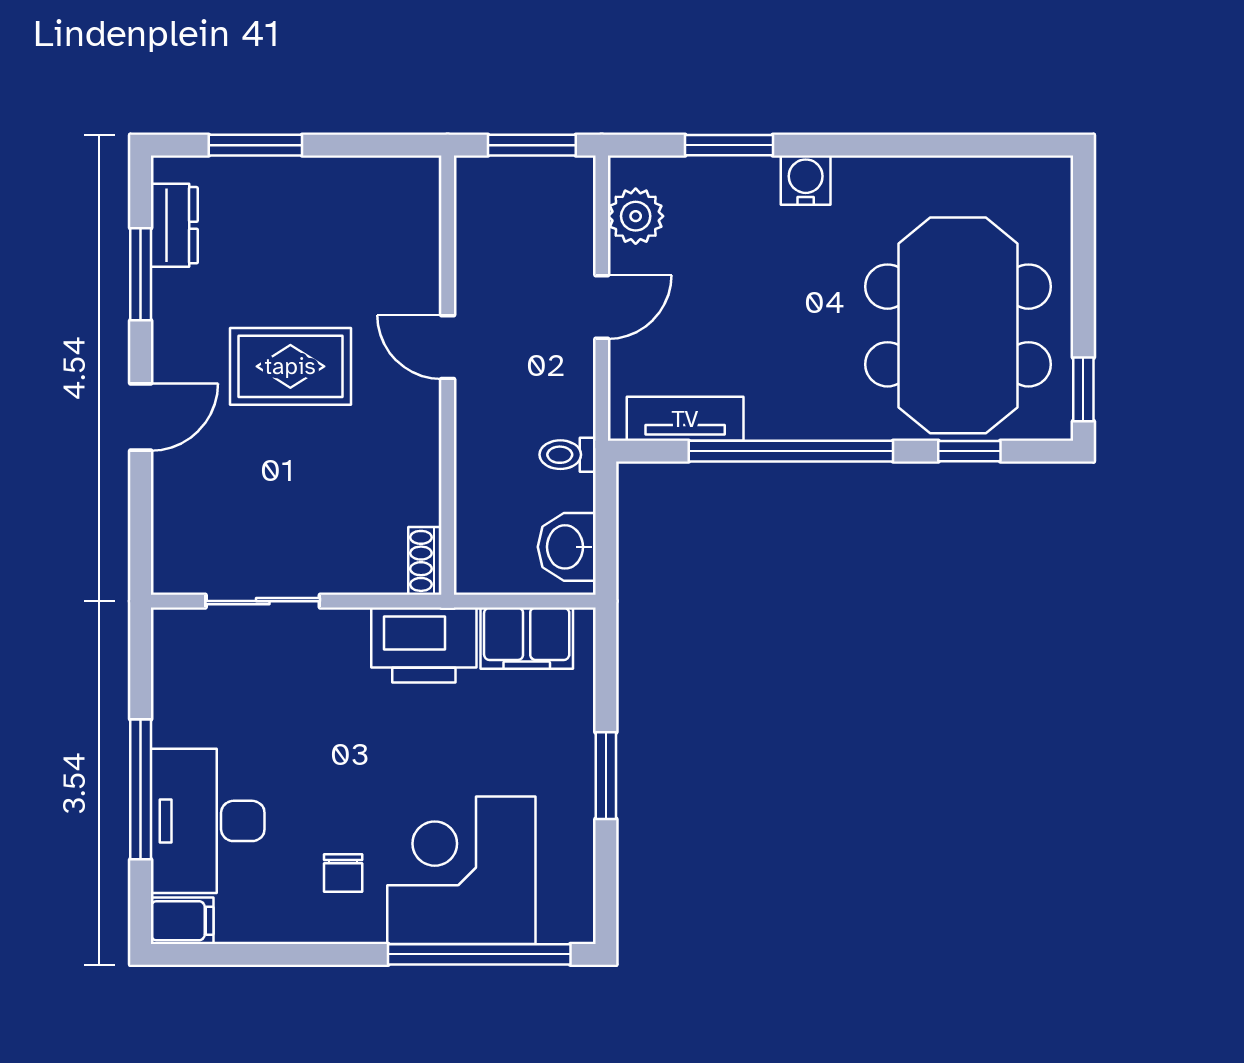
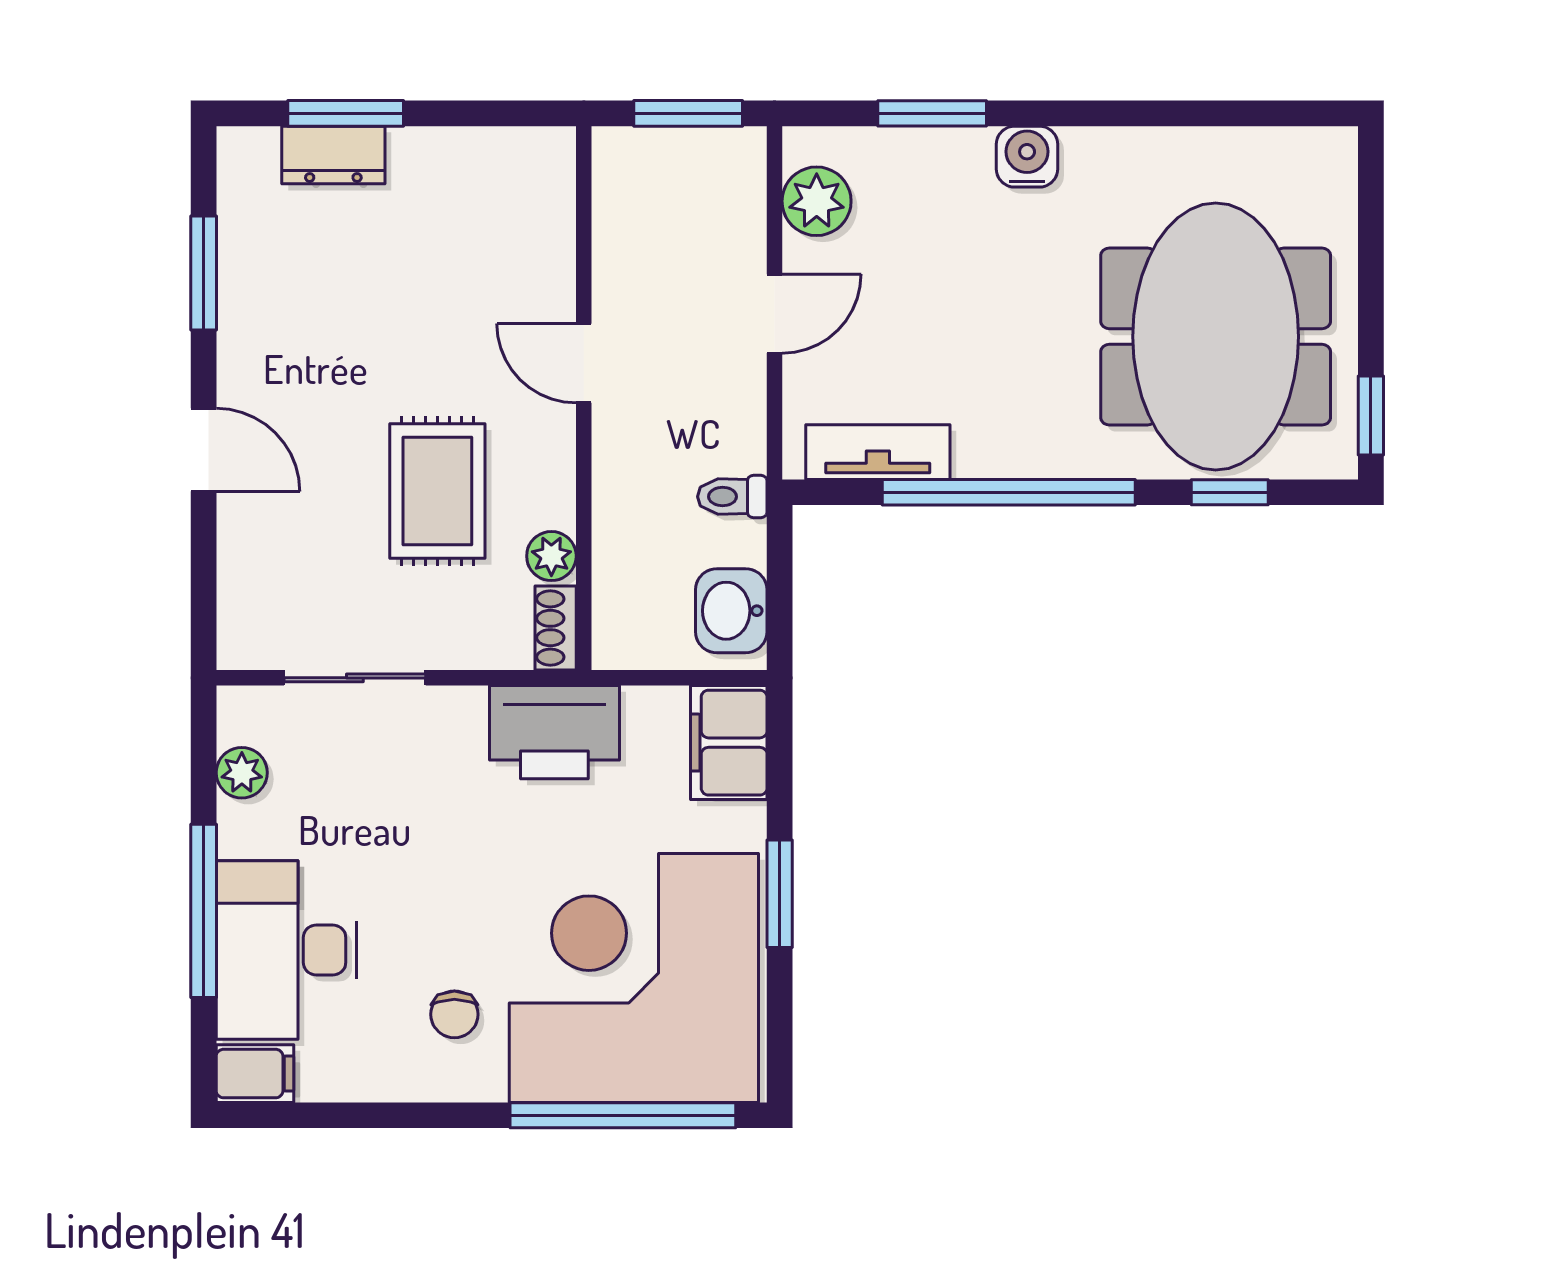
dresser: (174, 225) -> (333, 155), moved, turned 90
rug: (290, 366) -> (437, 491), moved, turned 90
door: (141, 417) -> (204, 450), hinge flipped
plant: (422, 503) -> (551, 556), added
filing cabinet: (527, 638) -> (729, 743), moved, turned 90
plant: (171, 678) -> (242, 773), added
corner desk: (461, 870) -> (634, 978), width x1.36, depth x1.36

